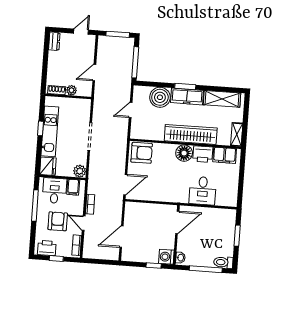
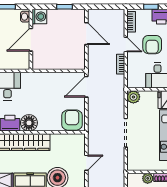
armchair: (142, 153) -> (72, 120), turned 90
filing cabinet: (73, 187) -> (139, 80), removed
door: (177, 222) -> (31, 40), moved
door: (122, 237) -> (86, 34), hinge flipped
window: (154, 265) -> (64, 7), moved

